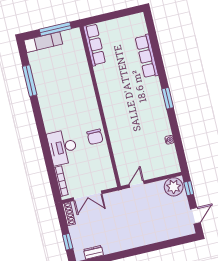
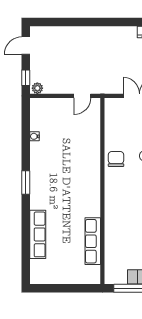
row of seats: (94, 45) -> (93, 241), moved
plant: (174, 187) -> (37, 88), width x0.53, depth x0.53

